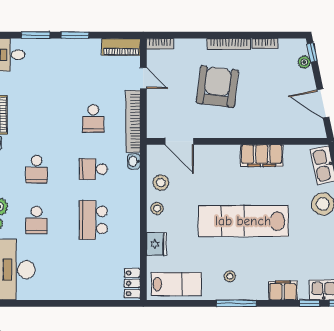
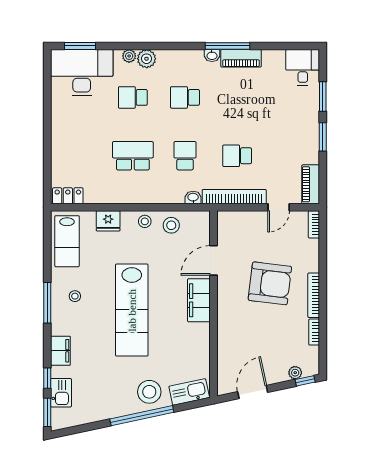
door: (179, 141) -> (214, 260), moved
filing cabinet: (262, 156) -> (199, 300), moved
lab bench: (243, 221) -> (132, 310), turned 180

